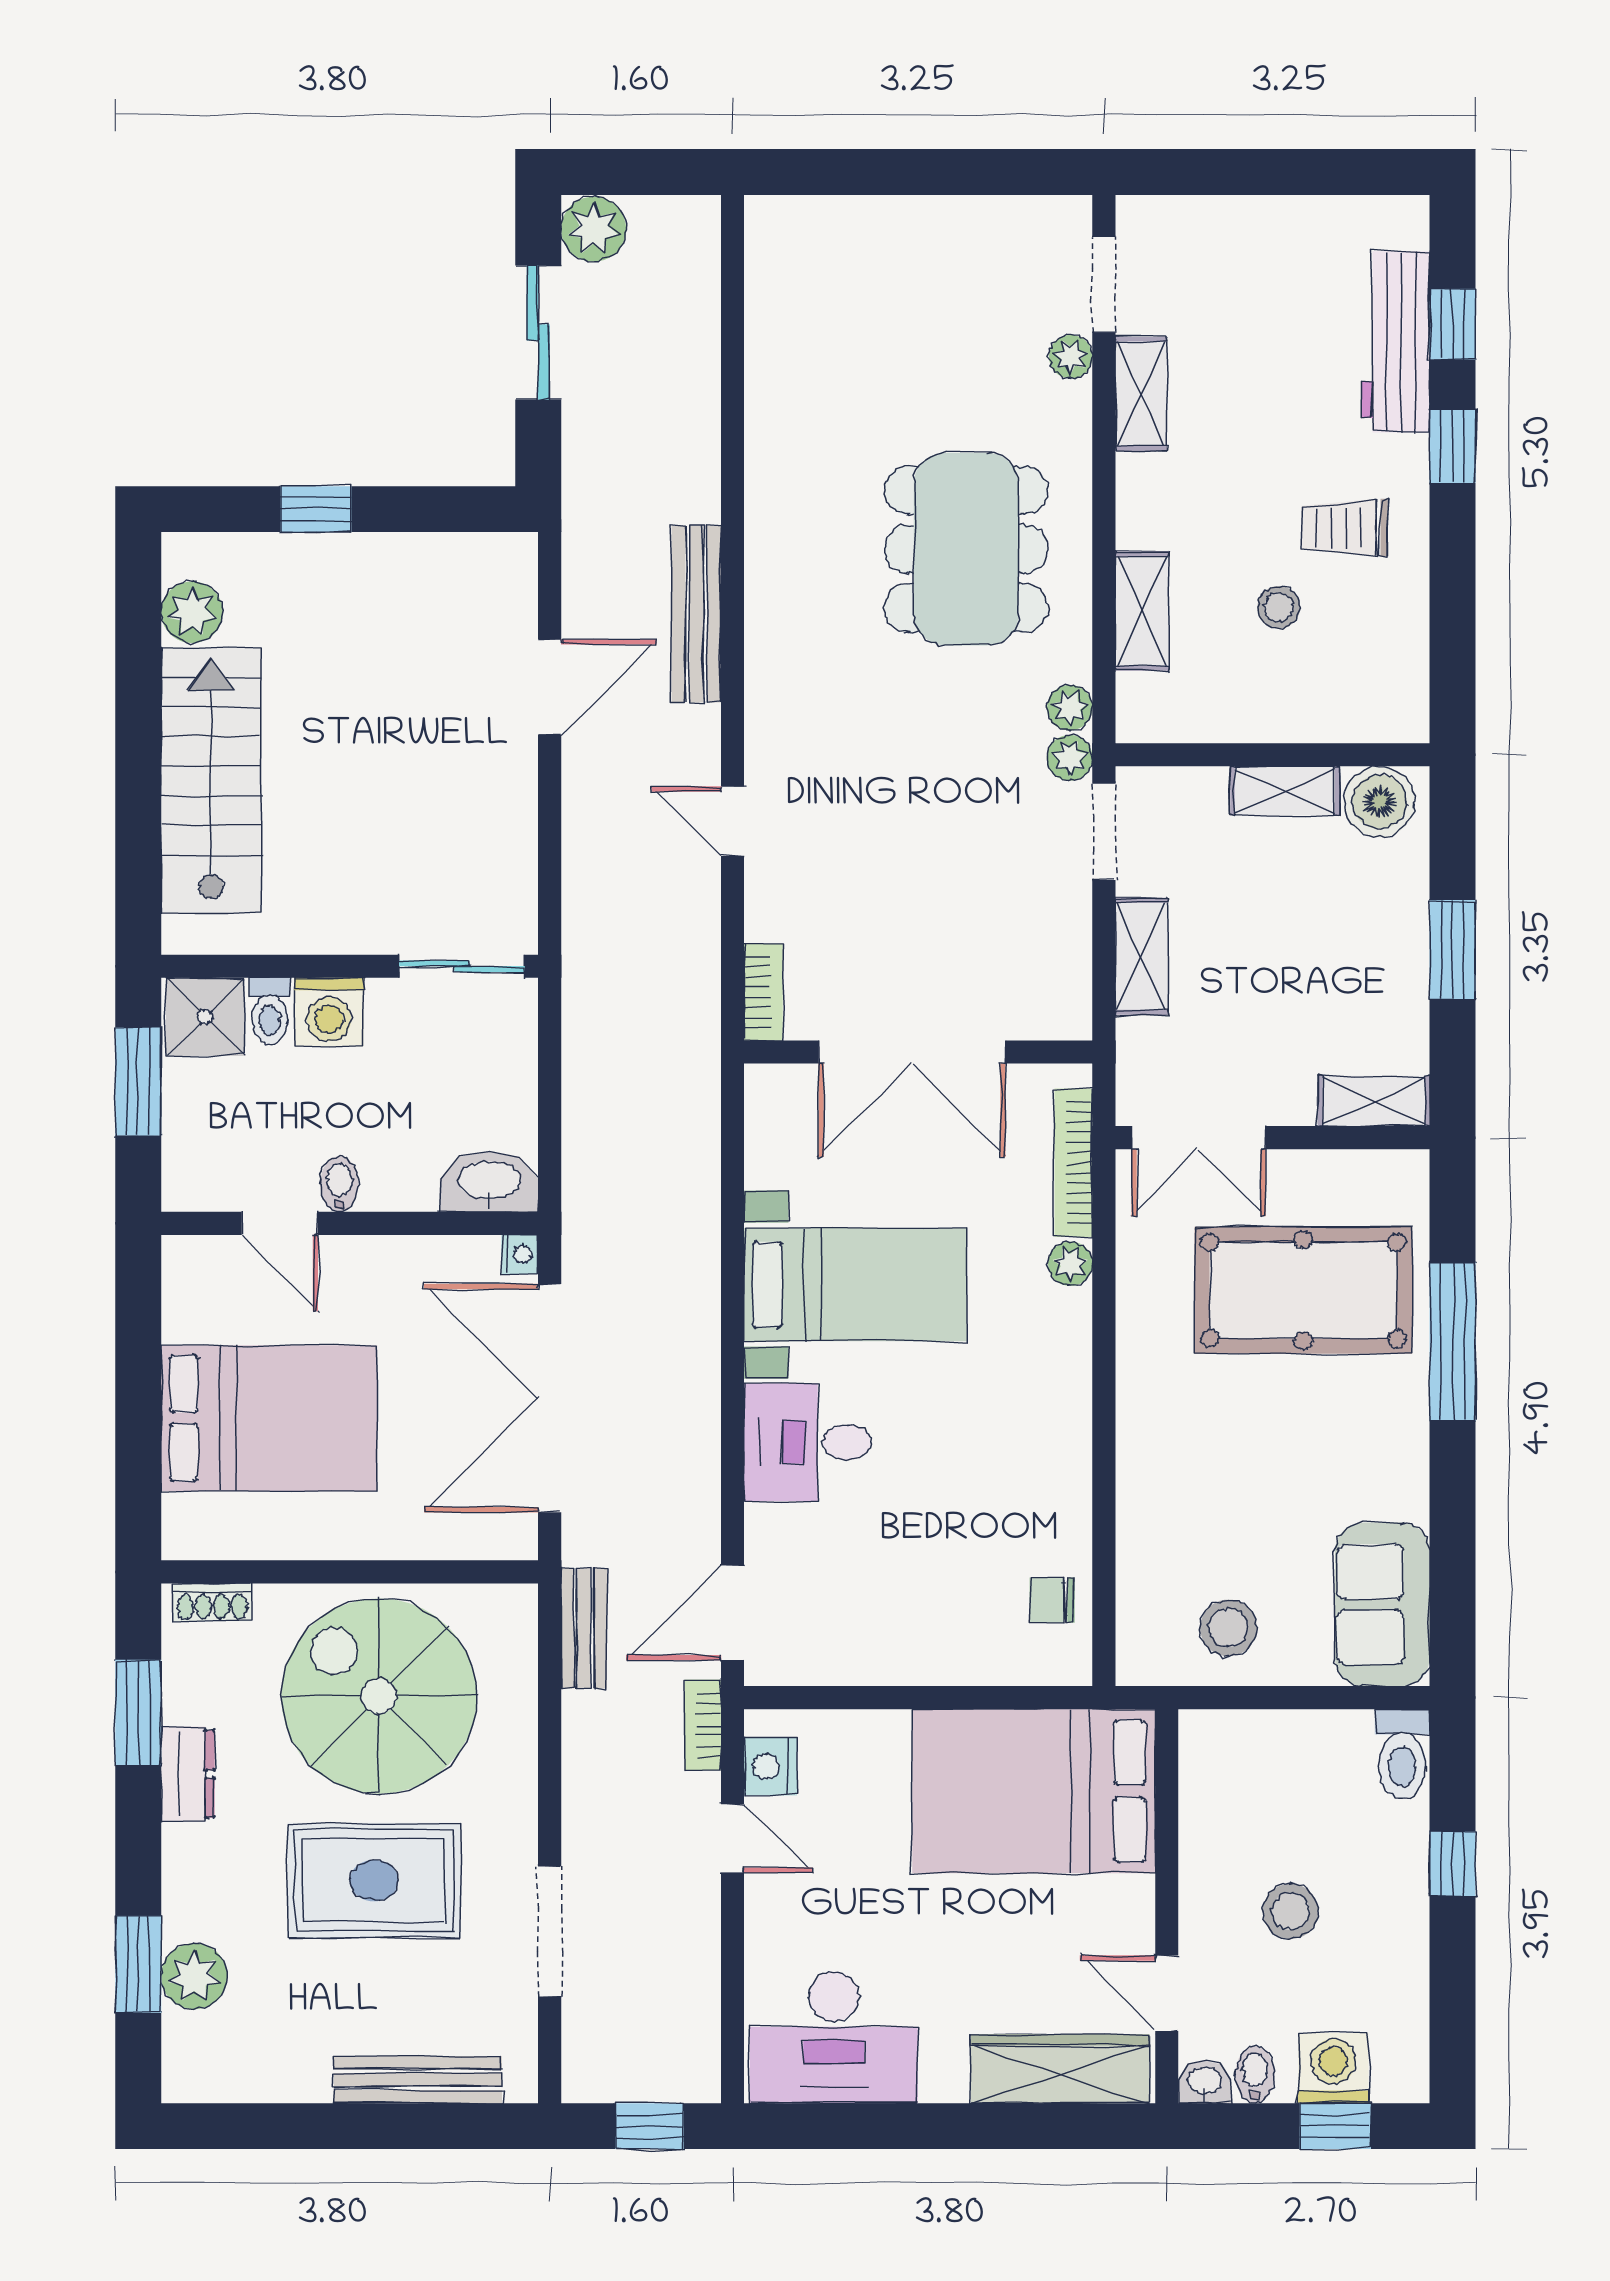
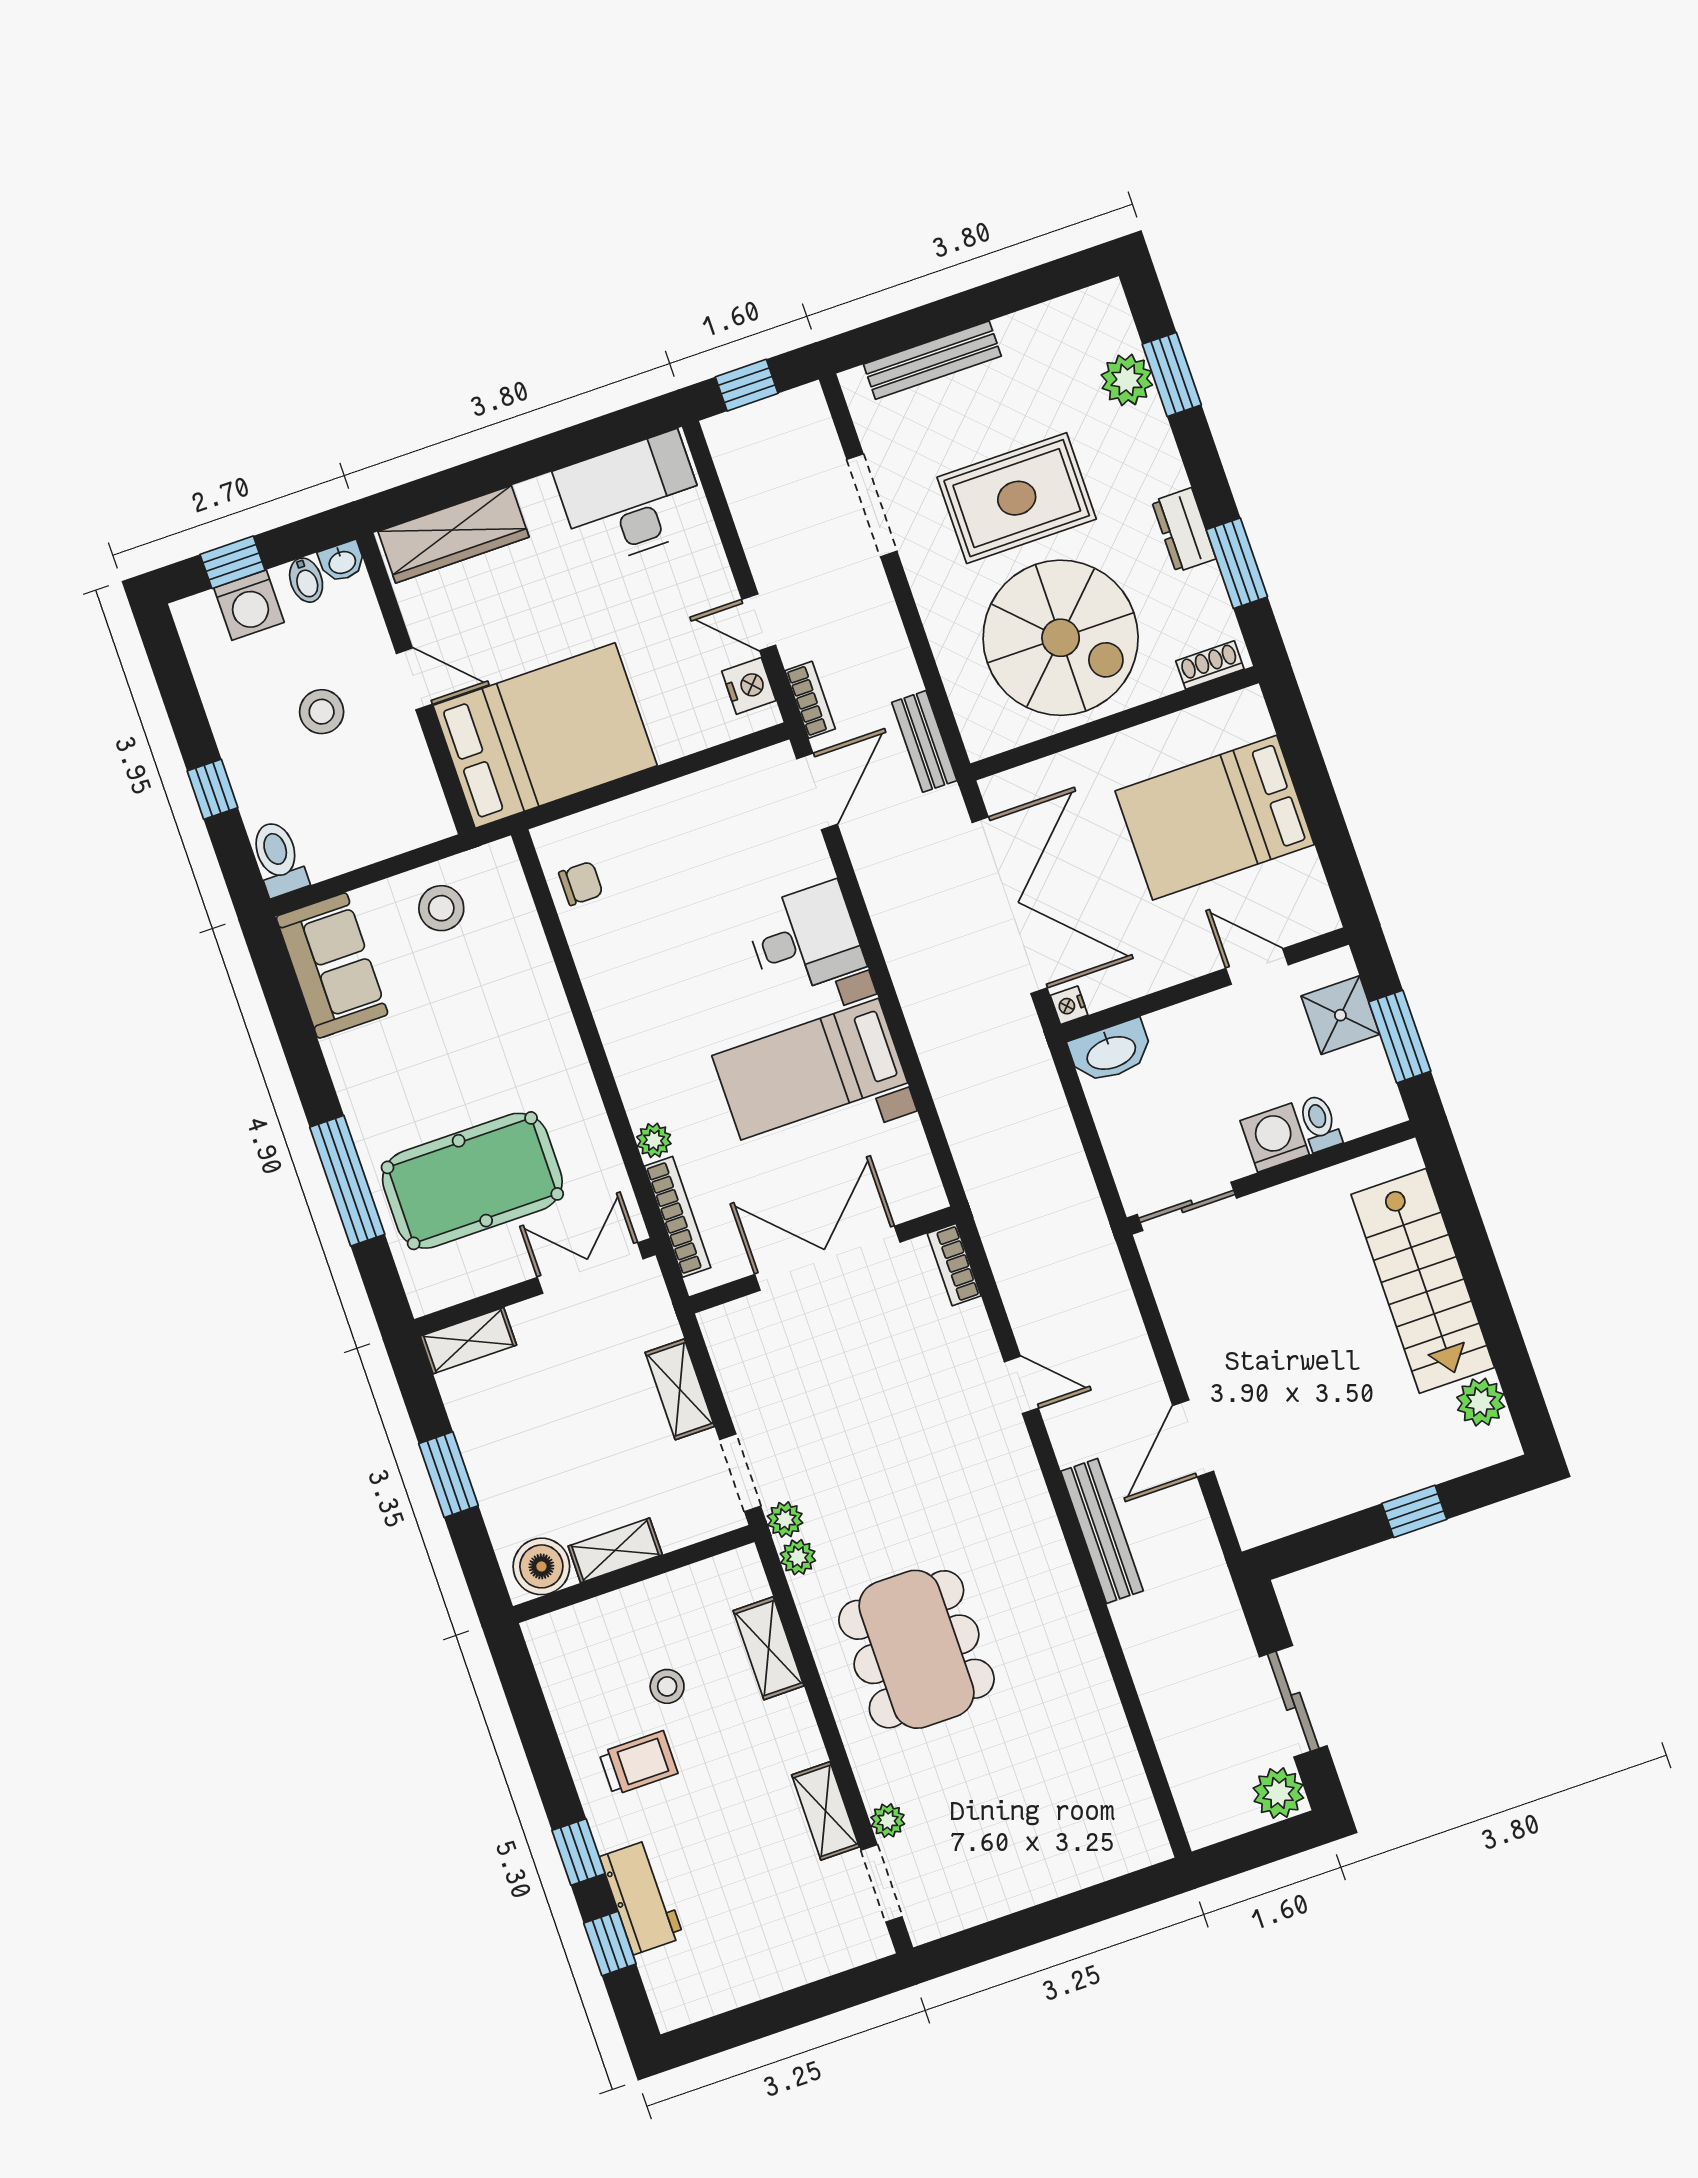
workbench: (1396, 342) -> (642, 1897), width x0.73
shower: (205, 1017) -> (1340, 1015), moved
bidet: (339, 1184) -> (1223, 1011), removed
door: (1167, 1993) -> (414, 679), moved

